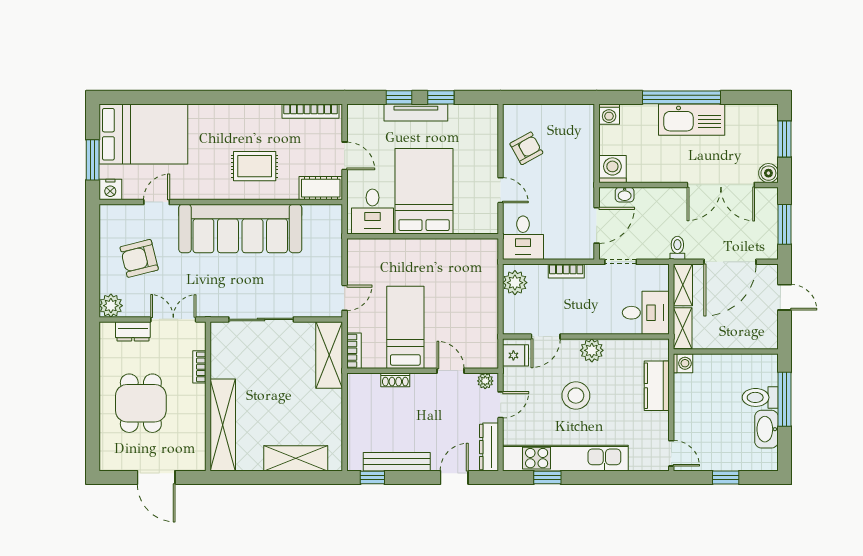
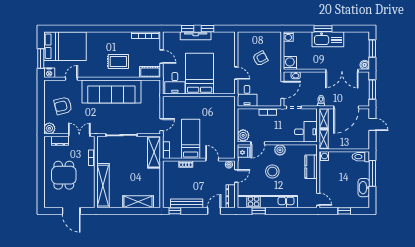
window: (681, 97) -> (323, 29), width x0.47
armchair: (526, 148) -> (260, 58), moved
plant: (515, 283) -> (243, 135), moved
toilet: (760, 397) -> (361, 157), moved

